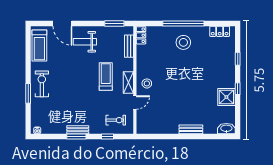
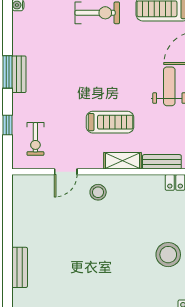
shelving: (128, 82) -> (123, 161), moved
door: (135, 102) -> (66, 172), hinge flipped

